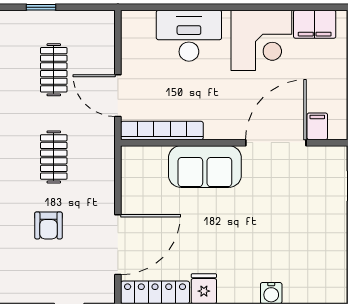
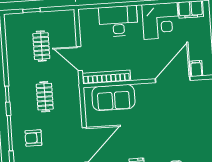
sofa: (205, 167) -> (113, 98), moved
armchair: (48, 225) -> (33, 138), moved, turned 90

